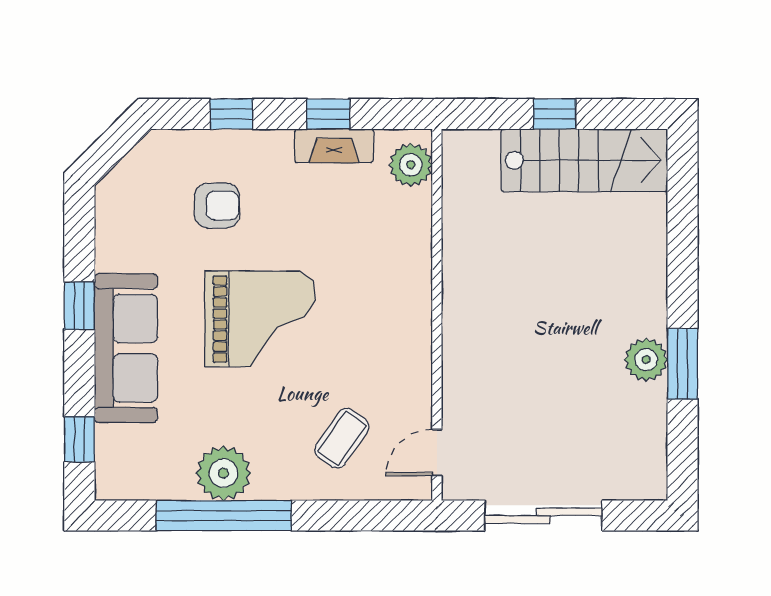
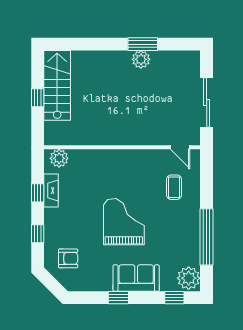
armchair: (217, 206) -> (68, 258), moved, turned 90
sofa: (126, 348) -> (136, 278), width x0.73
coffee table: (342, 438) -> (174, 187), turned 55
plant: (223, 473) -> (189, 278), moved

